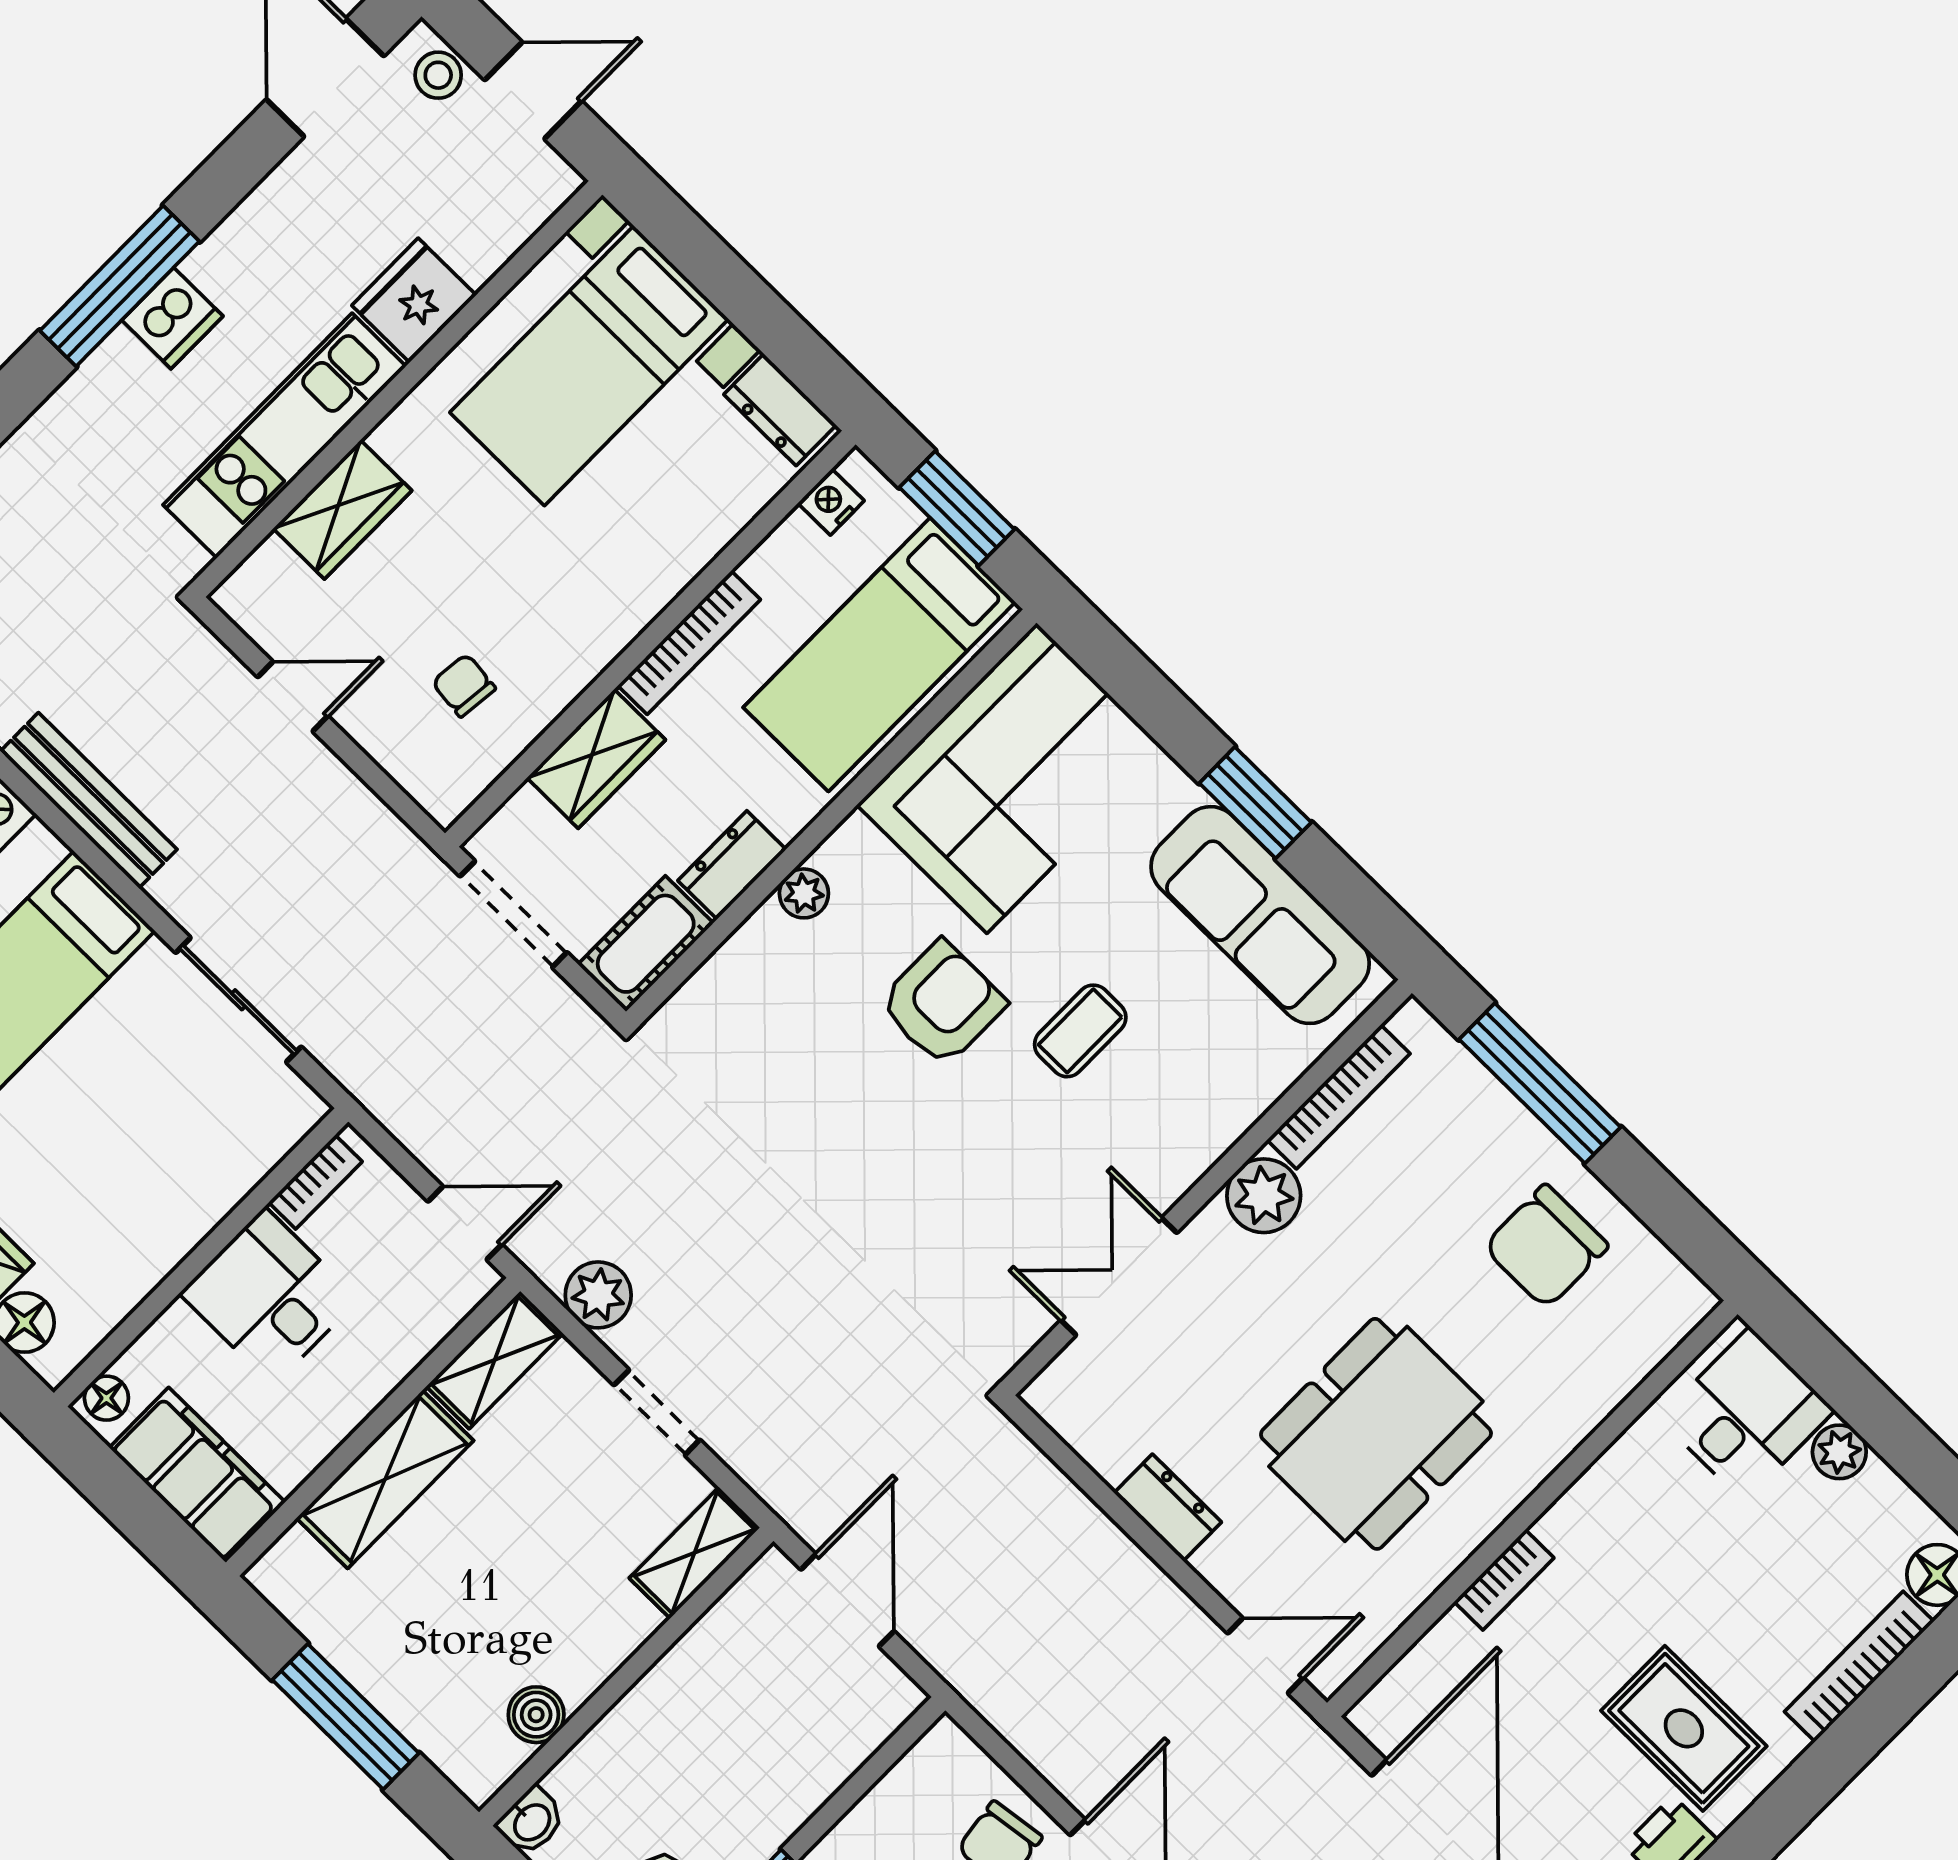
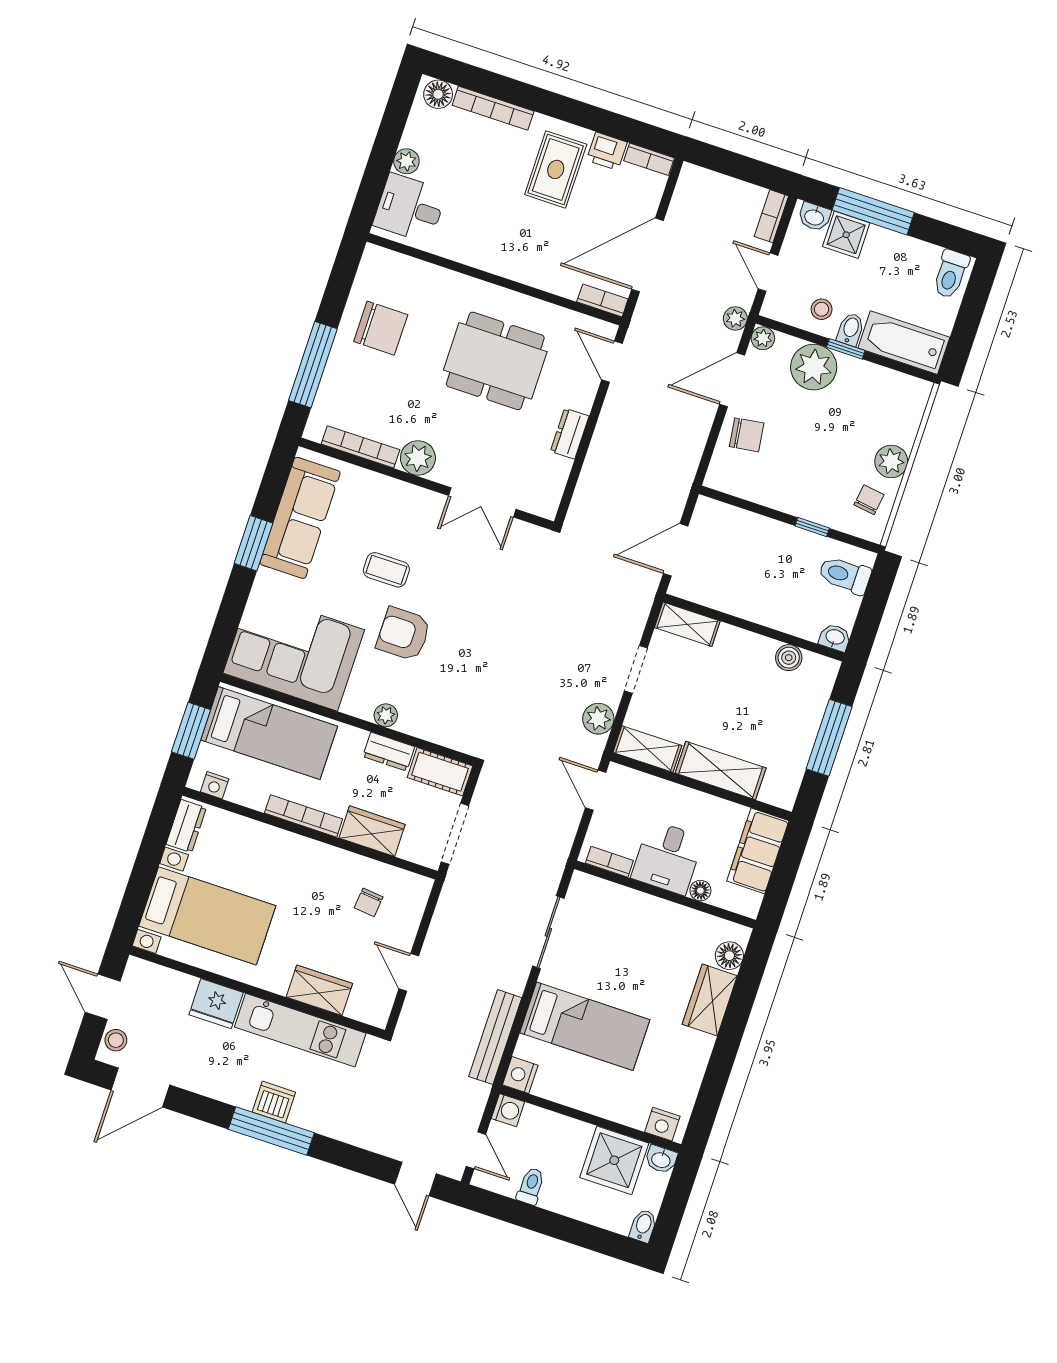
floor lamp: (106, 1398) -> (700, 891), moved
bookcase: (1504, 1580) -> (602, 300), moved

